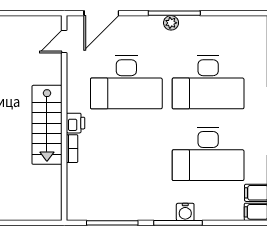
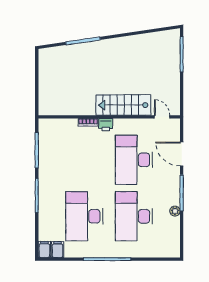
door: (101, 13) -> (182, 154), moved
plant: (171, 23) -> (175, 211), moved
stairs: (47, 125) -> (123, 105), moved
water cooler: (185, 212) -> (44, 201), removed

